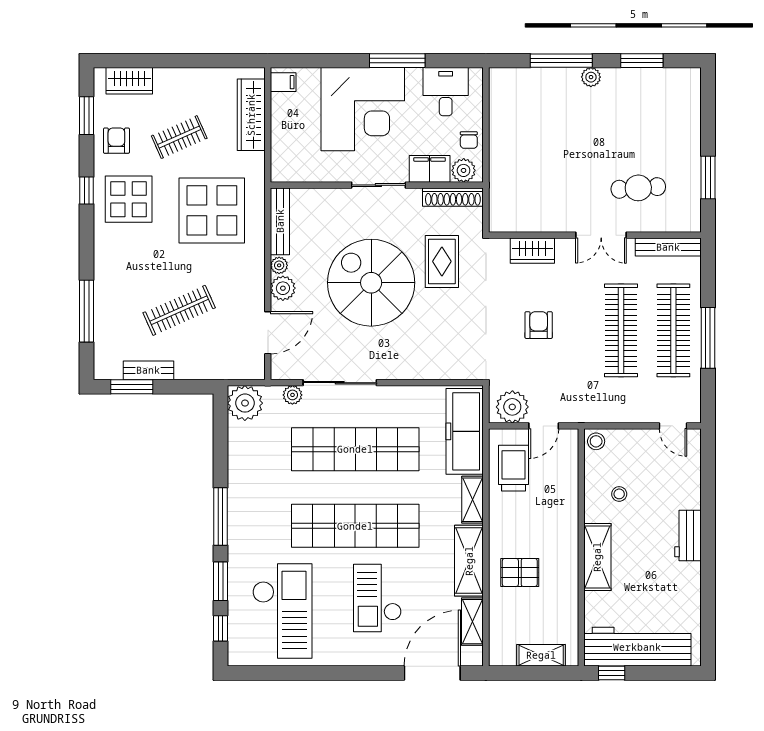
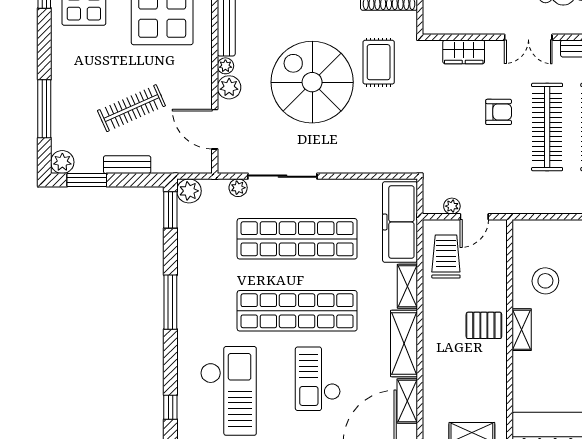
armchair: (539, 325) -> (499, 112), moved, turned 90
door: (268, 333) -> (215, 129), swing flipped
plant: (106, 368) -> (62, 162), added
bench: (148, 370) -> (127, 165), moved
plant: (245, 403) -> (189, 191), width x0.73, depth x0.73
plant: (512, 407) -> (452, 206), width x0.53, depth x0.53
stool: (596, 441) -> (524, 231), removed
stool: (619, 494) -> (545, 281), width x1.89, depth x1.89
shelving: (597, 557) -> (522, 330), width x0.67, depth x0.75
pallet: (520, 572) -> (484, 325), moved
window: (221, 581) -> (170, 210), moved

